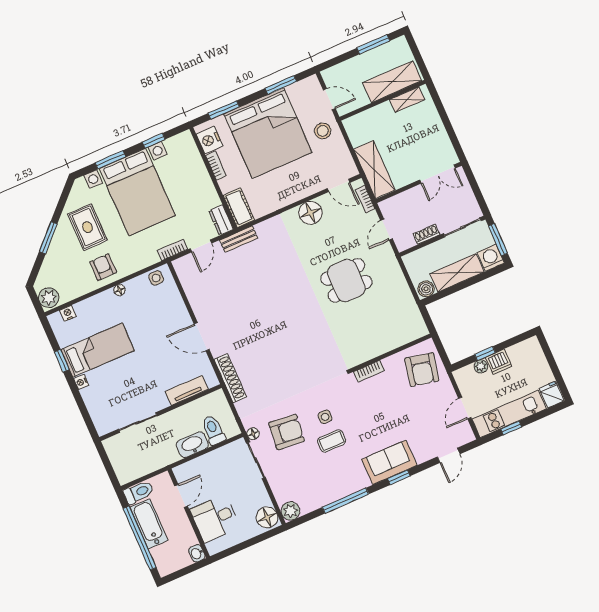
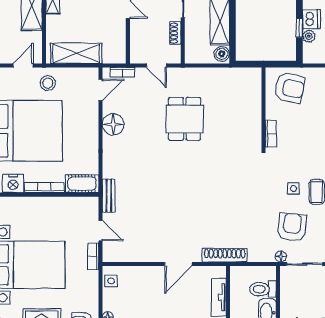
bookcase: (216, 166) -> (44, 188), width x1.56
shelving: (374, 170) -> (76, 53), moved
dresser: (221, 220) -> (86, 204), removed

